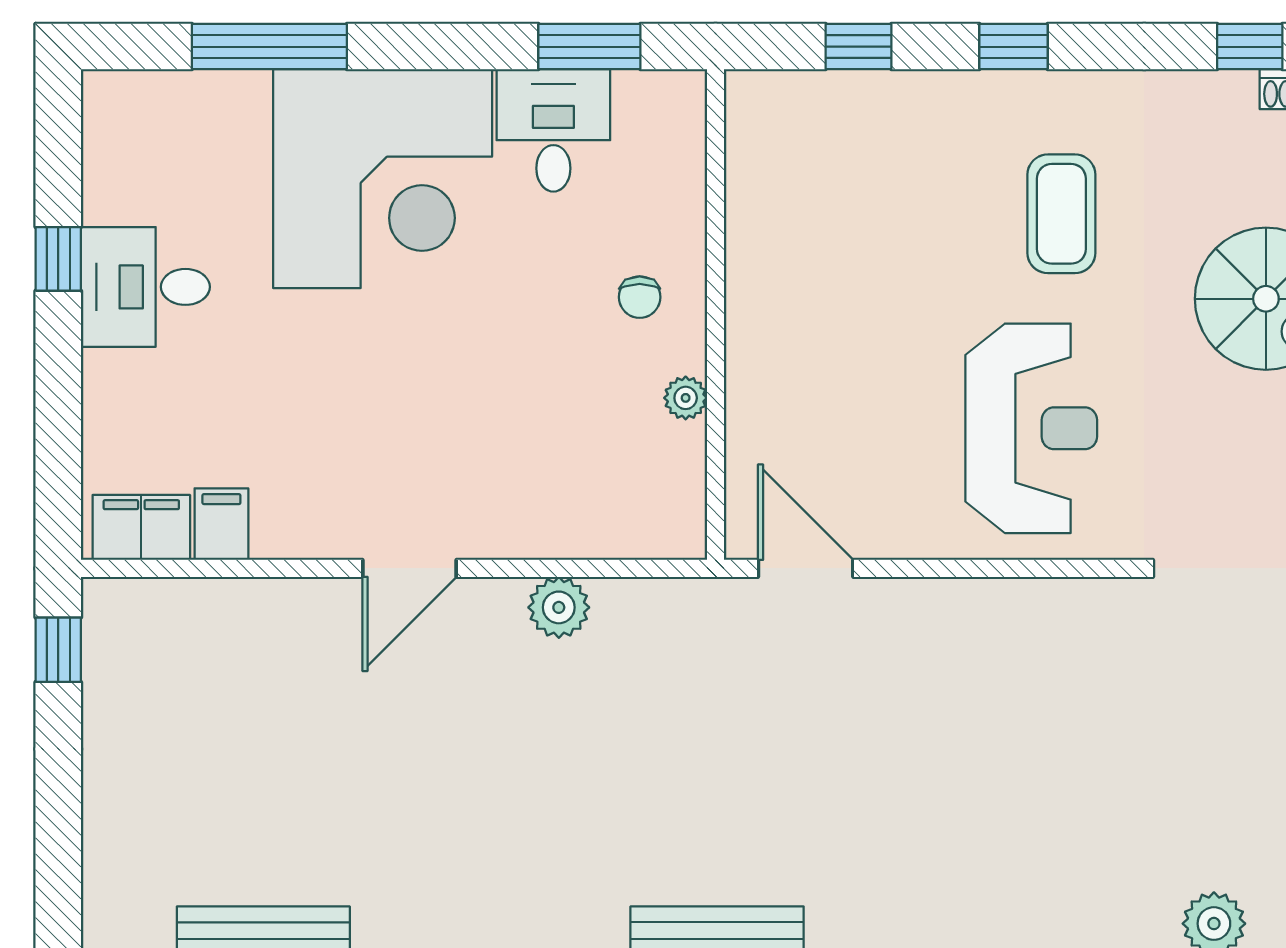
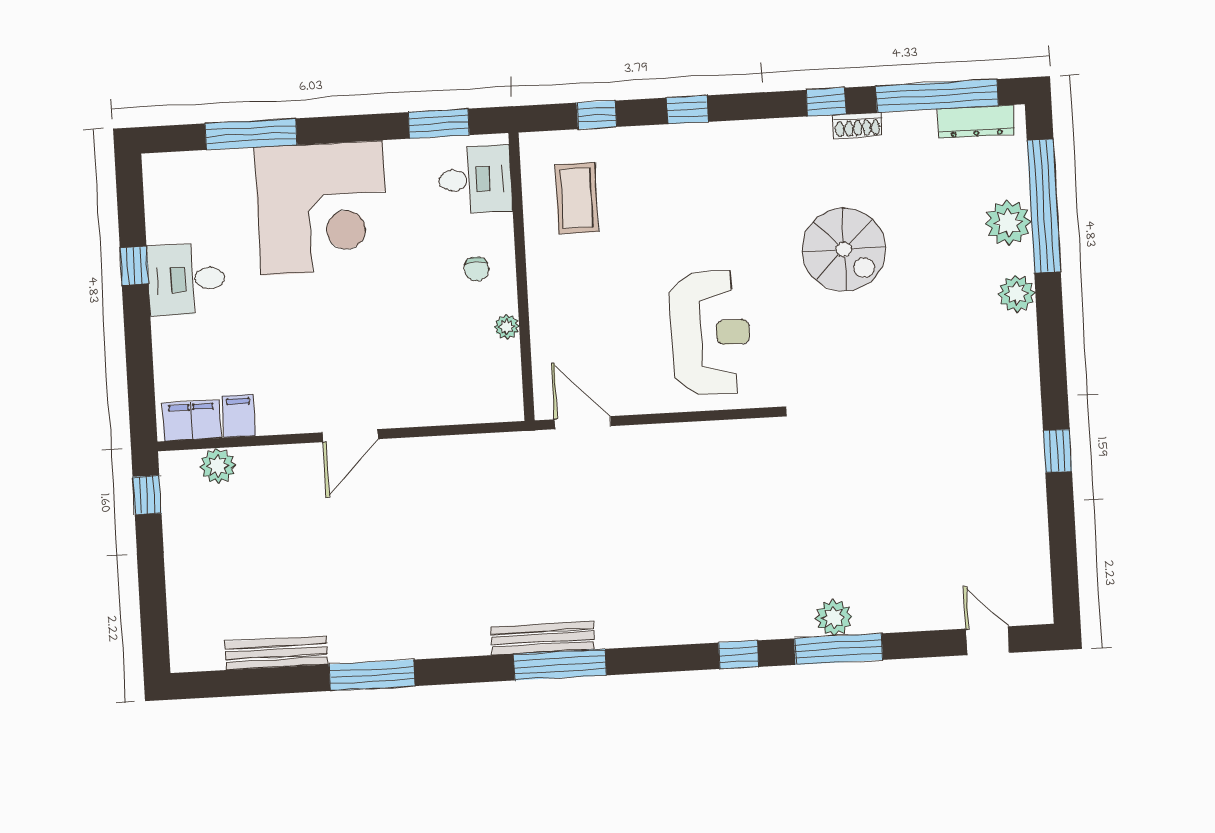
desk: (553, 130) -> (475, 179), moved, turned 90
coffee table: (1061, 214) -> (577, 198), moved
plant: (559, 607) -> (218, 466), moved

